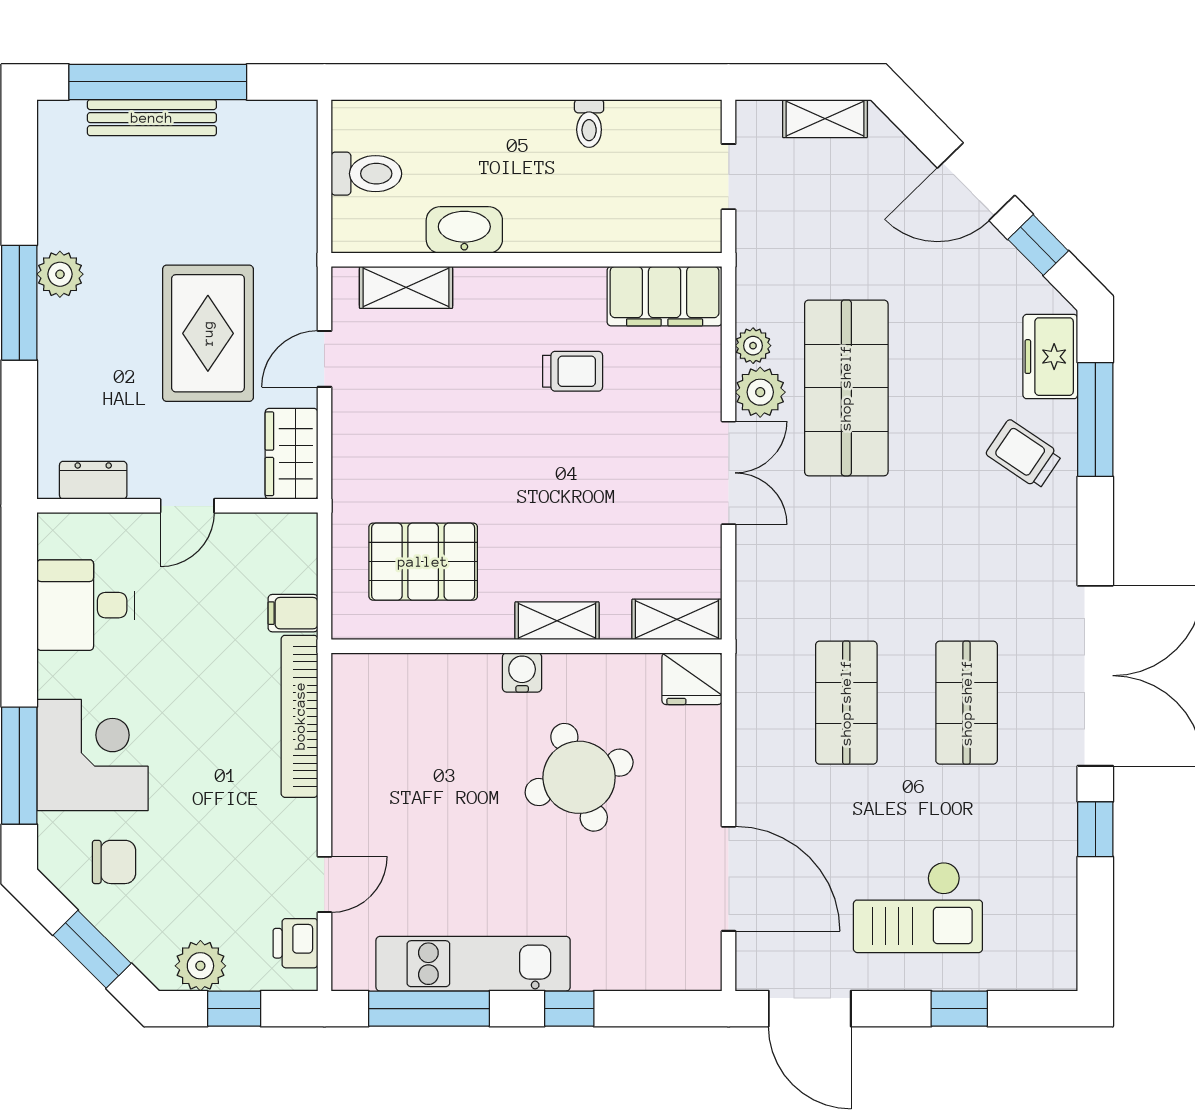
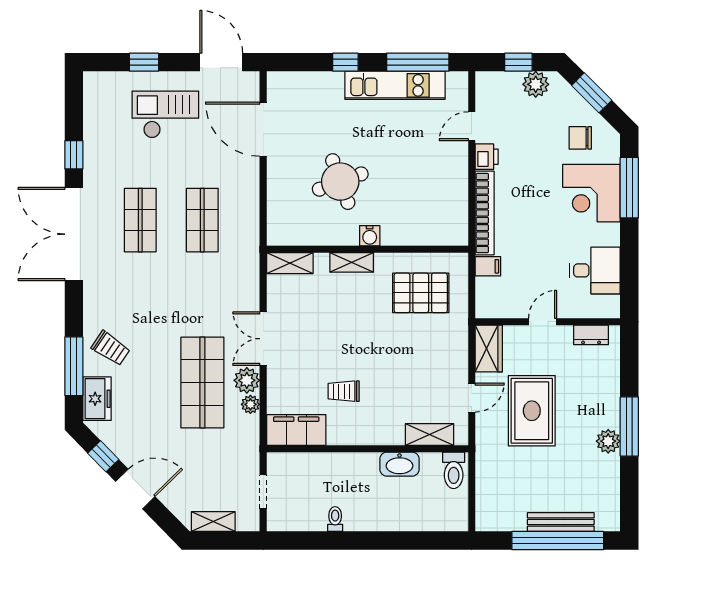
toilet: (366, 174) -> (454, 470), moved, turned -90
fridge: (692, 679) -> (282, 232), removed
printer: (295, 943) -> (487, 157), moved

